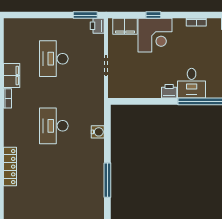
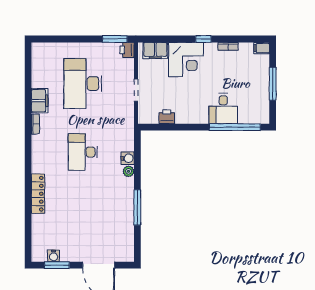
window: (153, 15) -> (203, 39), moved
desk: (54, 59) -> (83, 84), width x1.36, depth x1.30
printer: (169, 91) -> (167, 117), moved
plant: (99, 145) -> (128, 171), added

